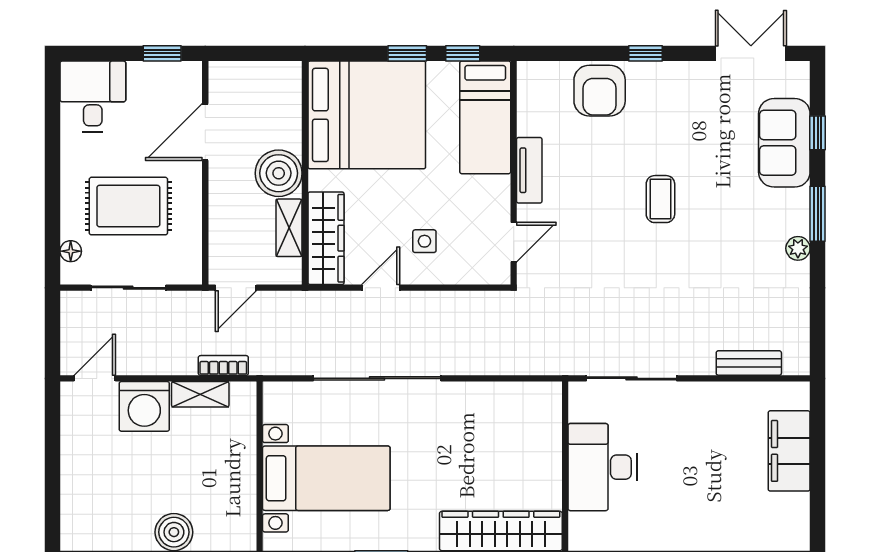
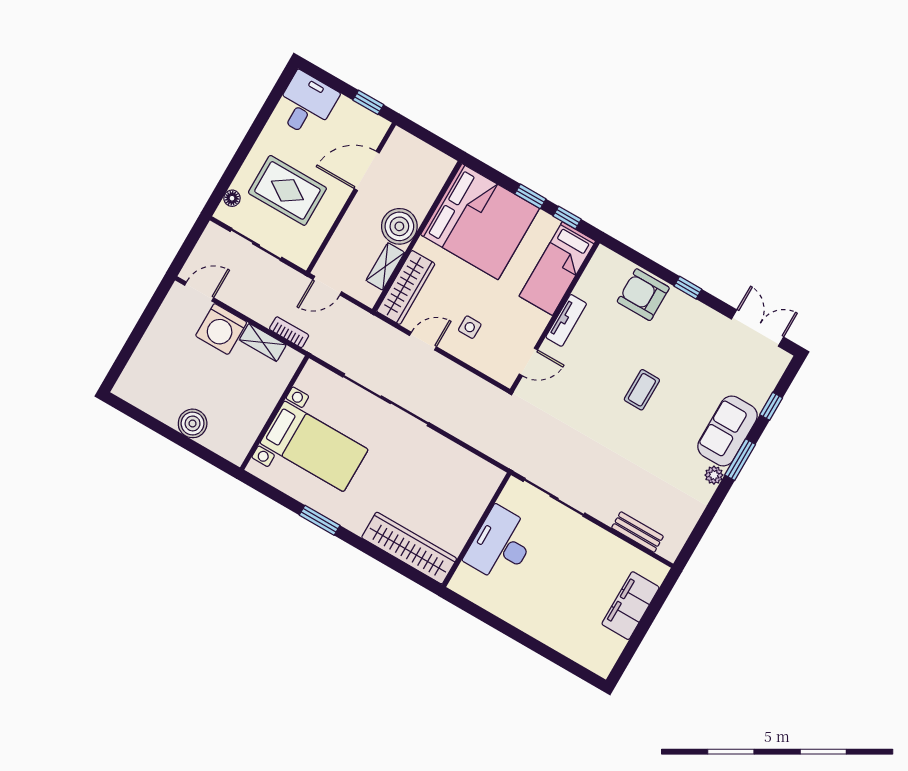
armchair: (600, 91) -> (643, 295), turned 90
sofa: (784, 143) -> (727, 431), moved

